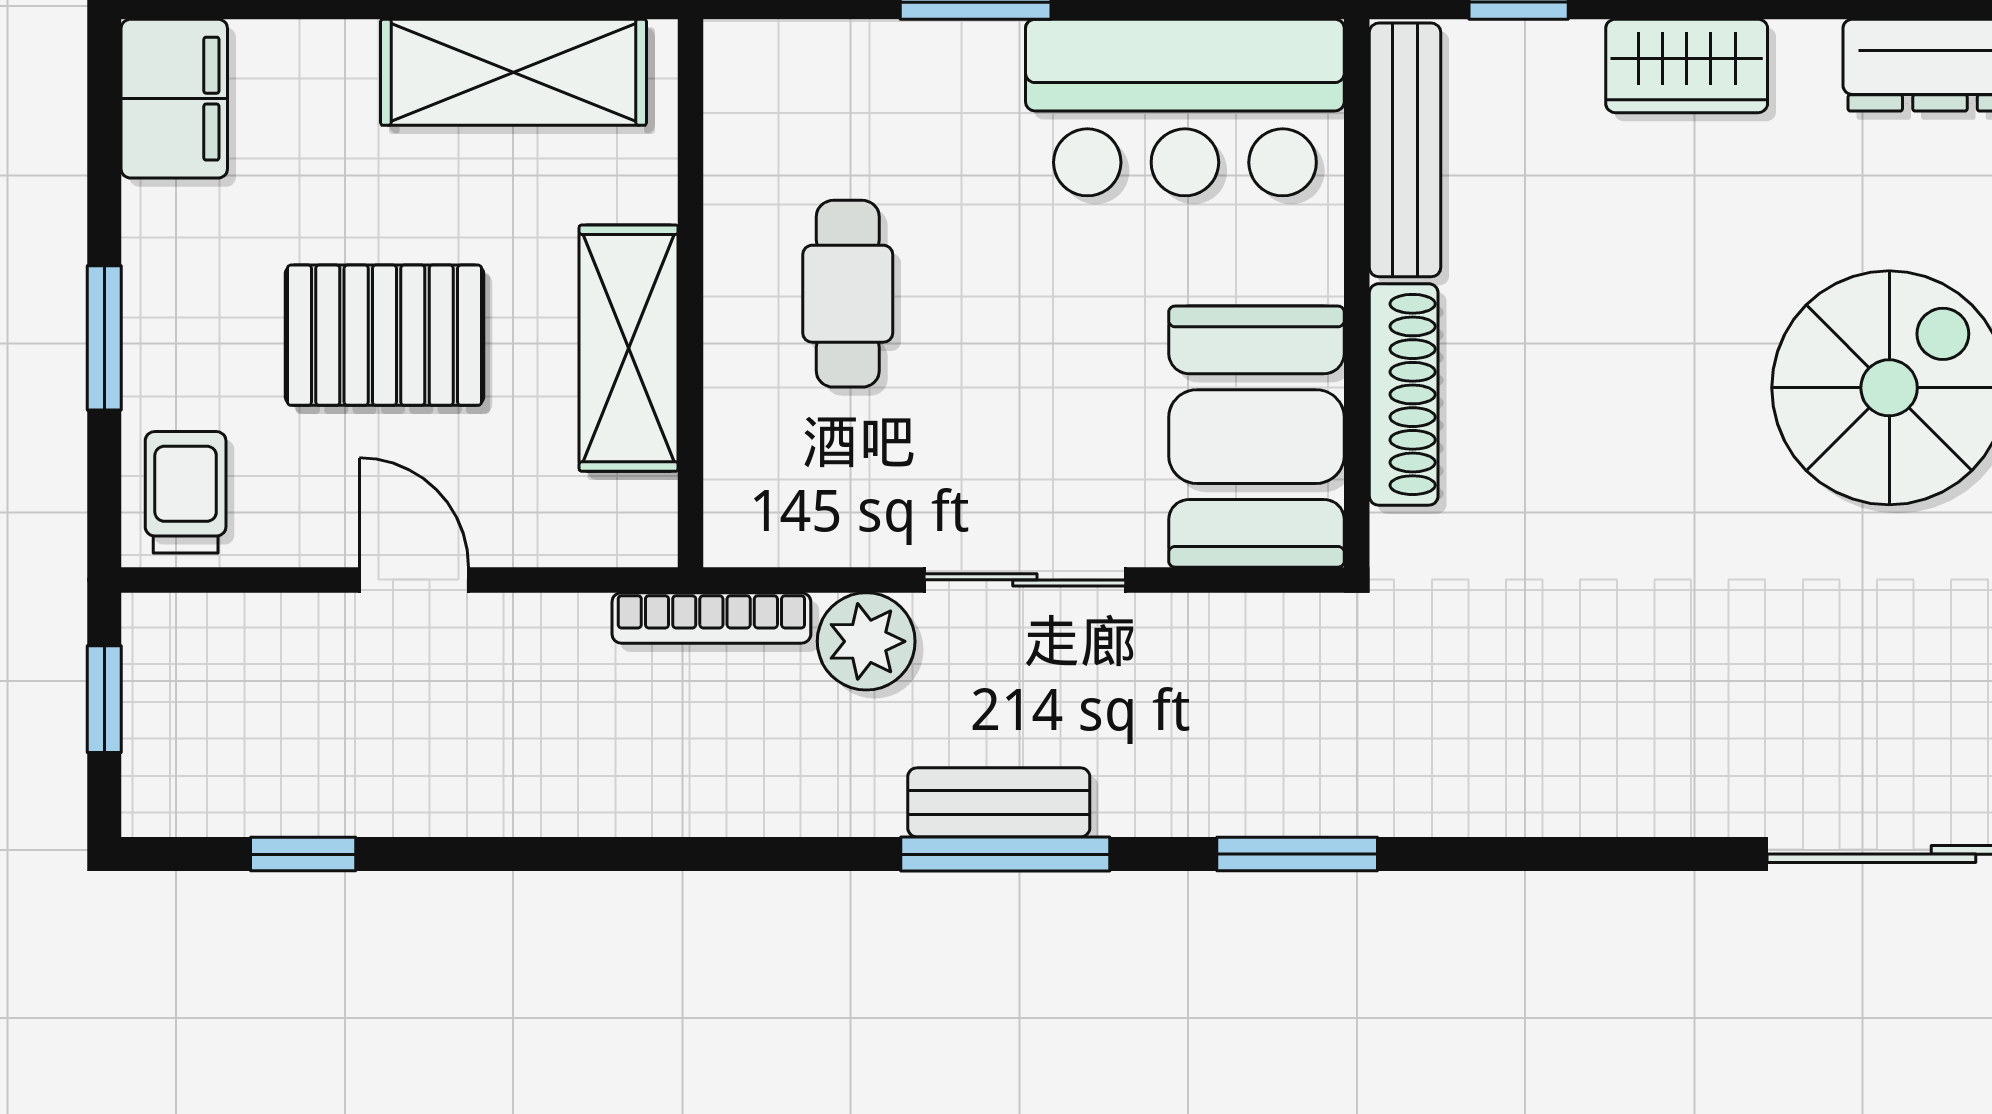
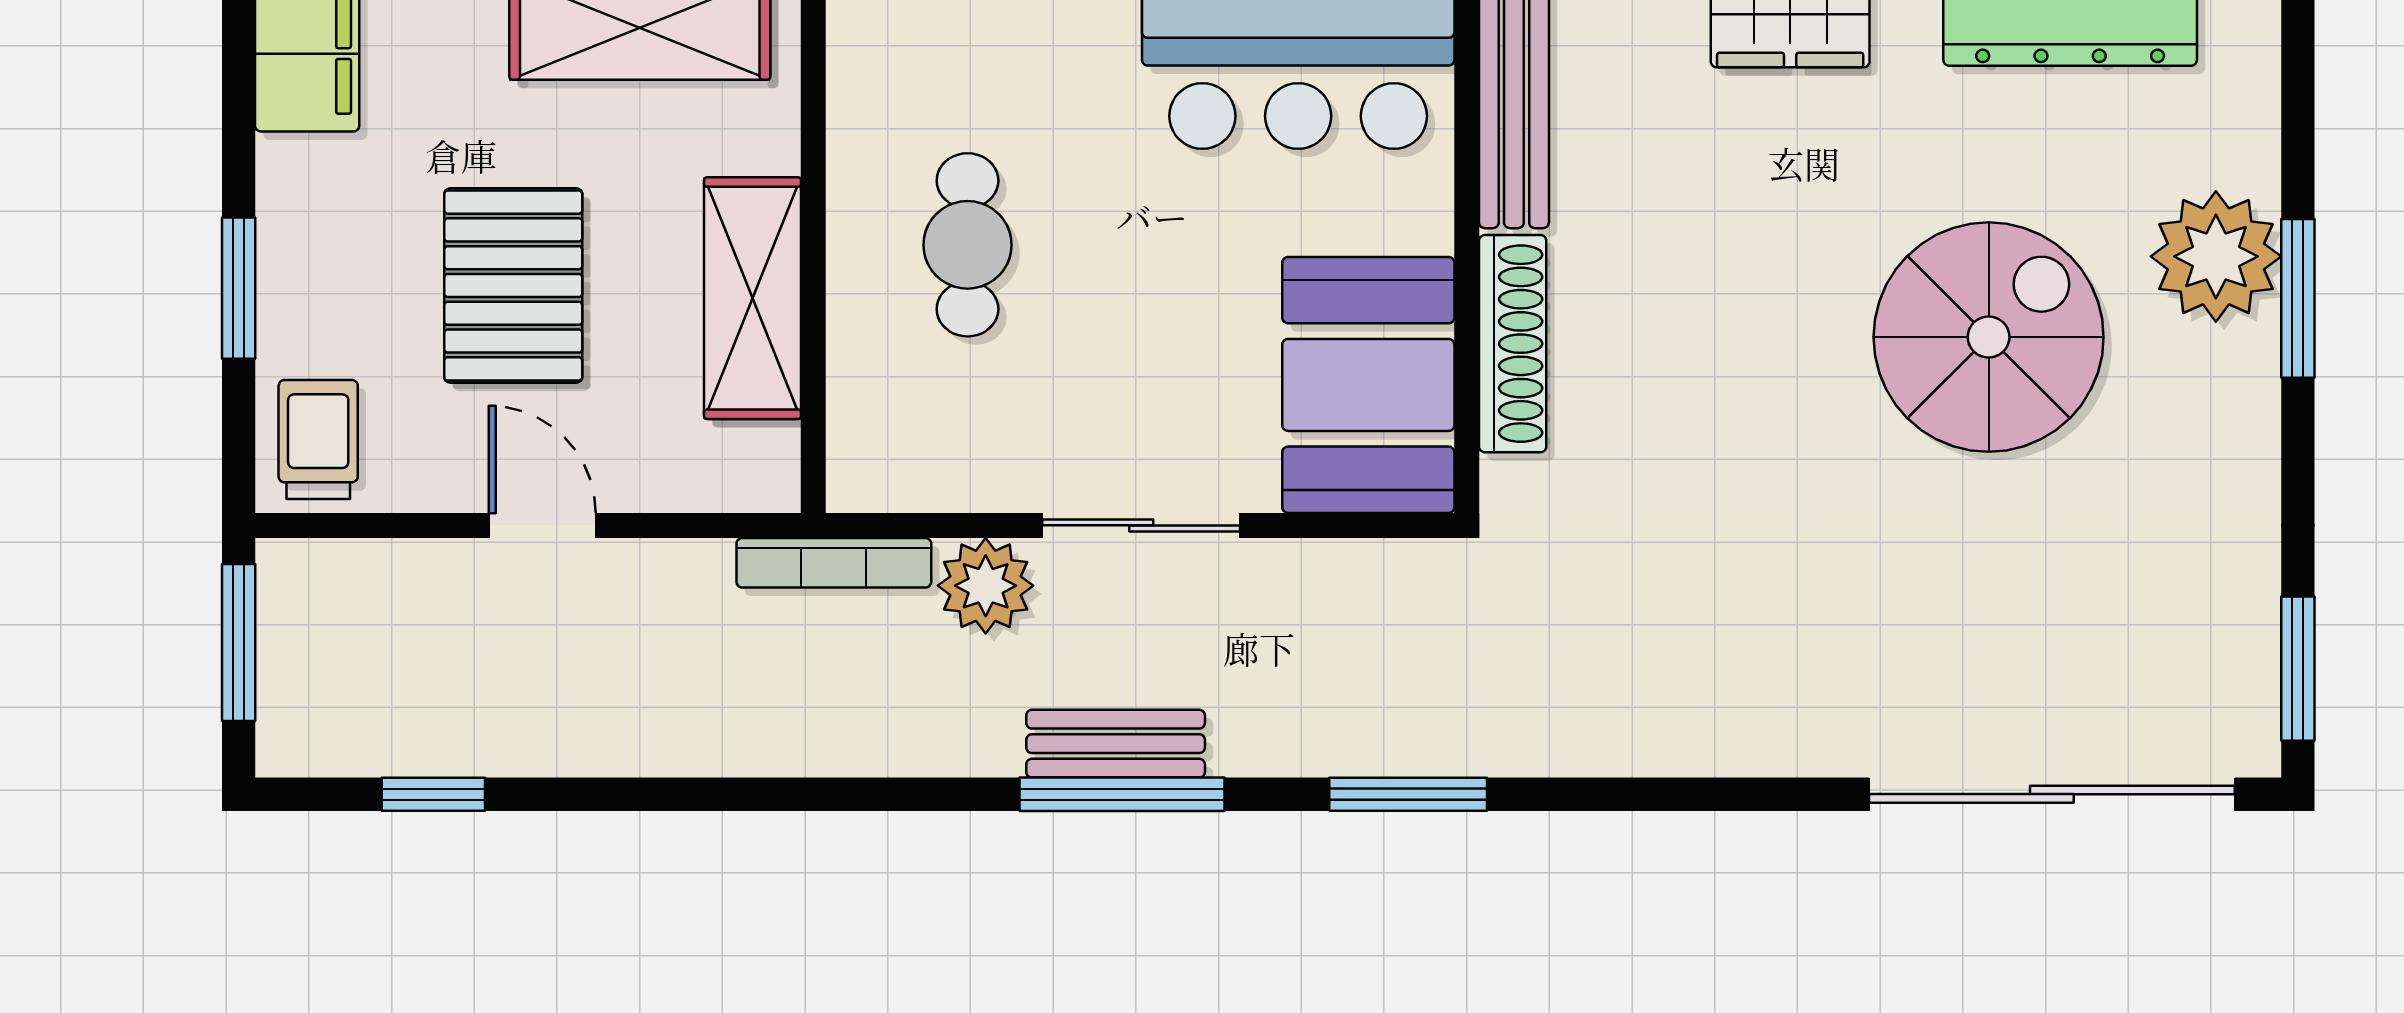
pallet: (384, 335) -> (513, 285), turned 90
window: (104, 699) -> (239, 642), width x1.50

